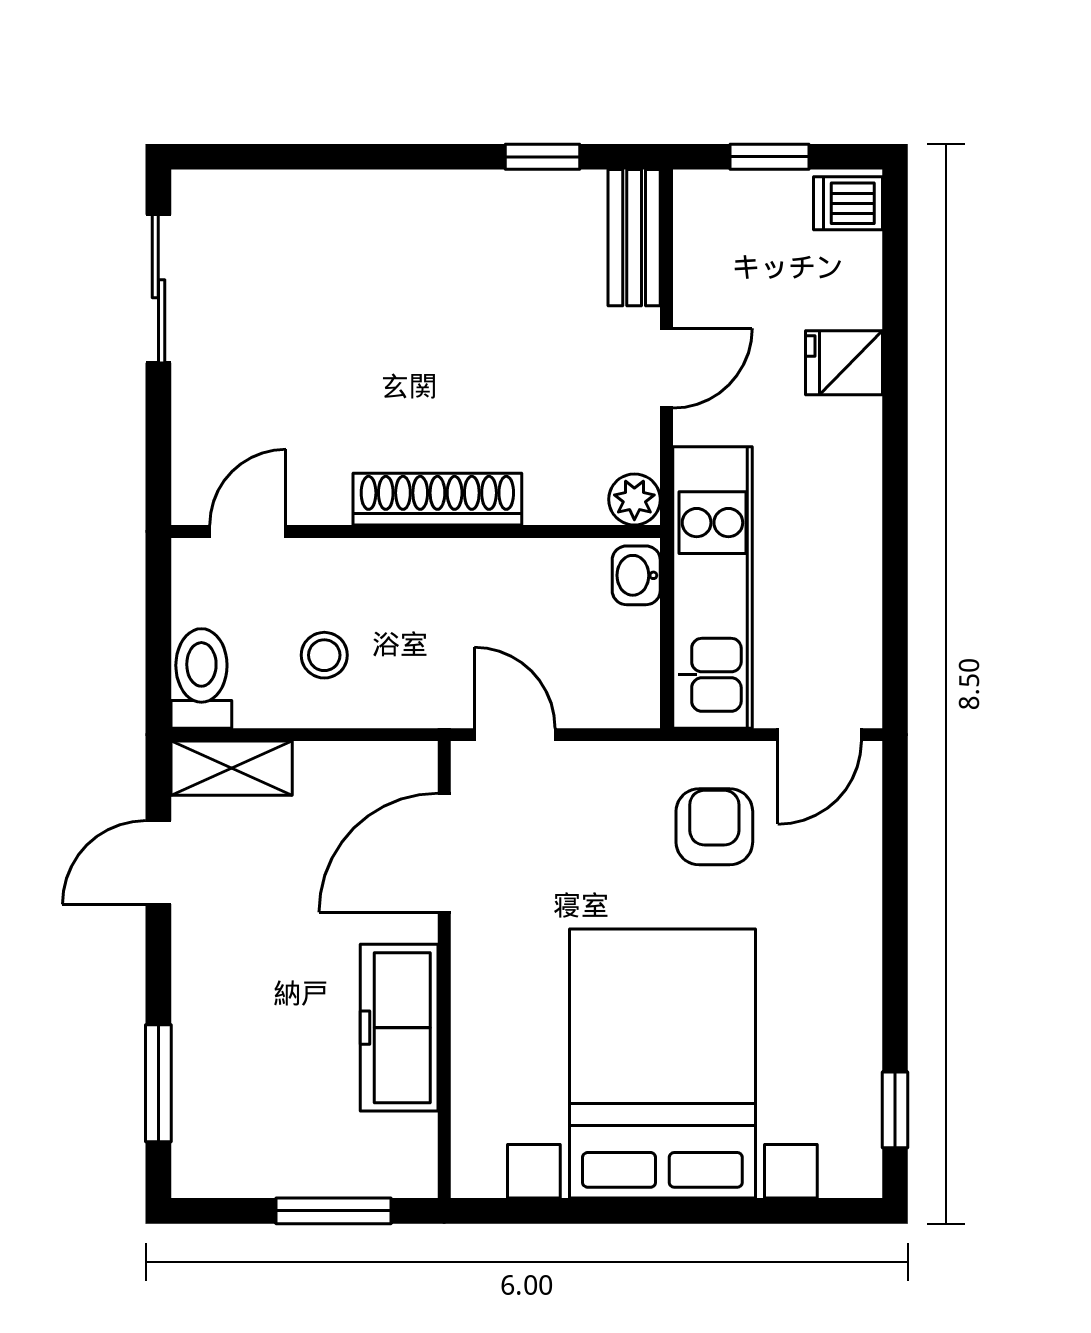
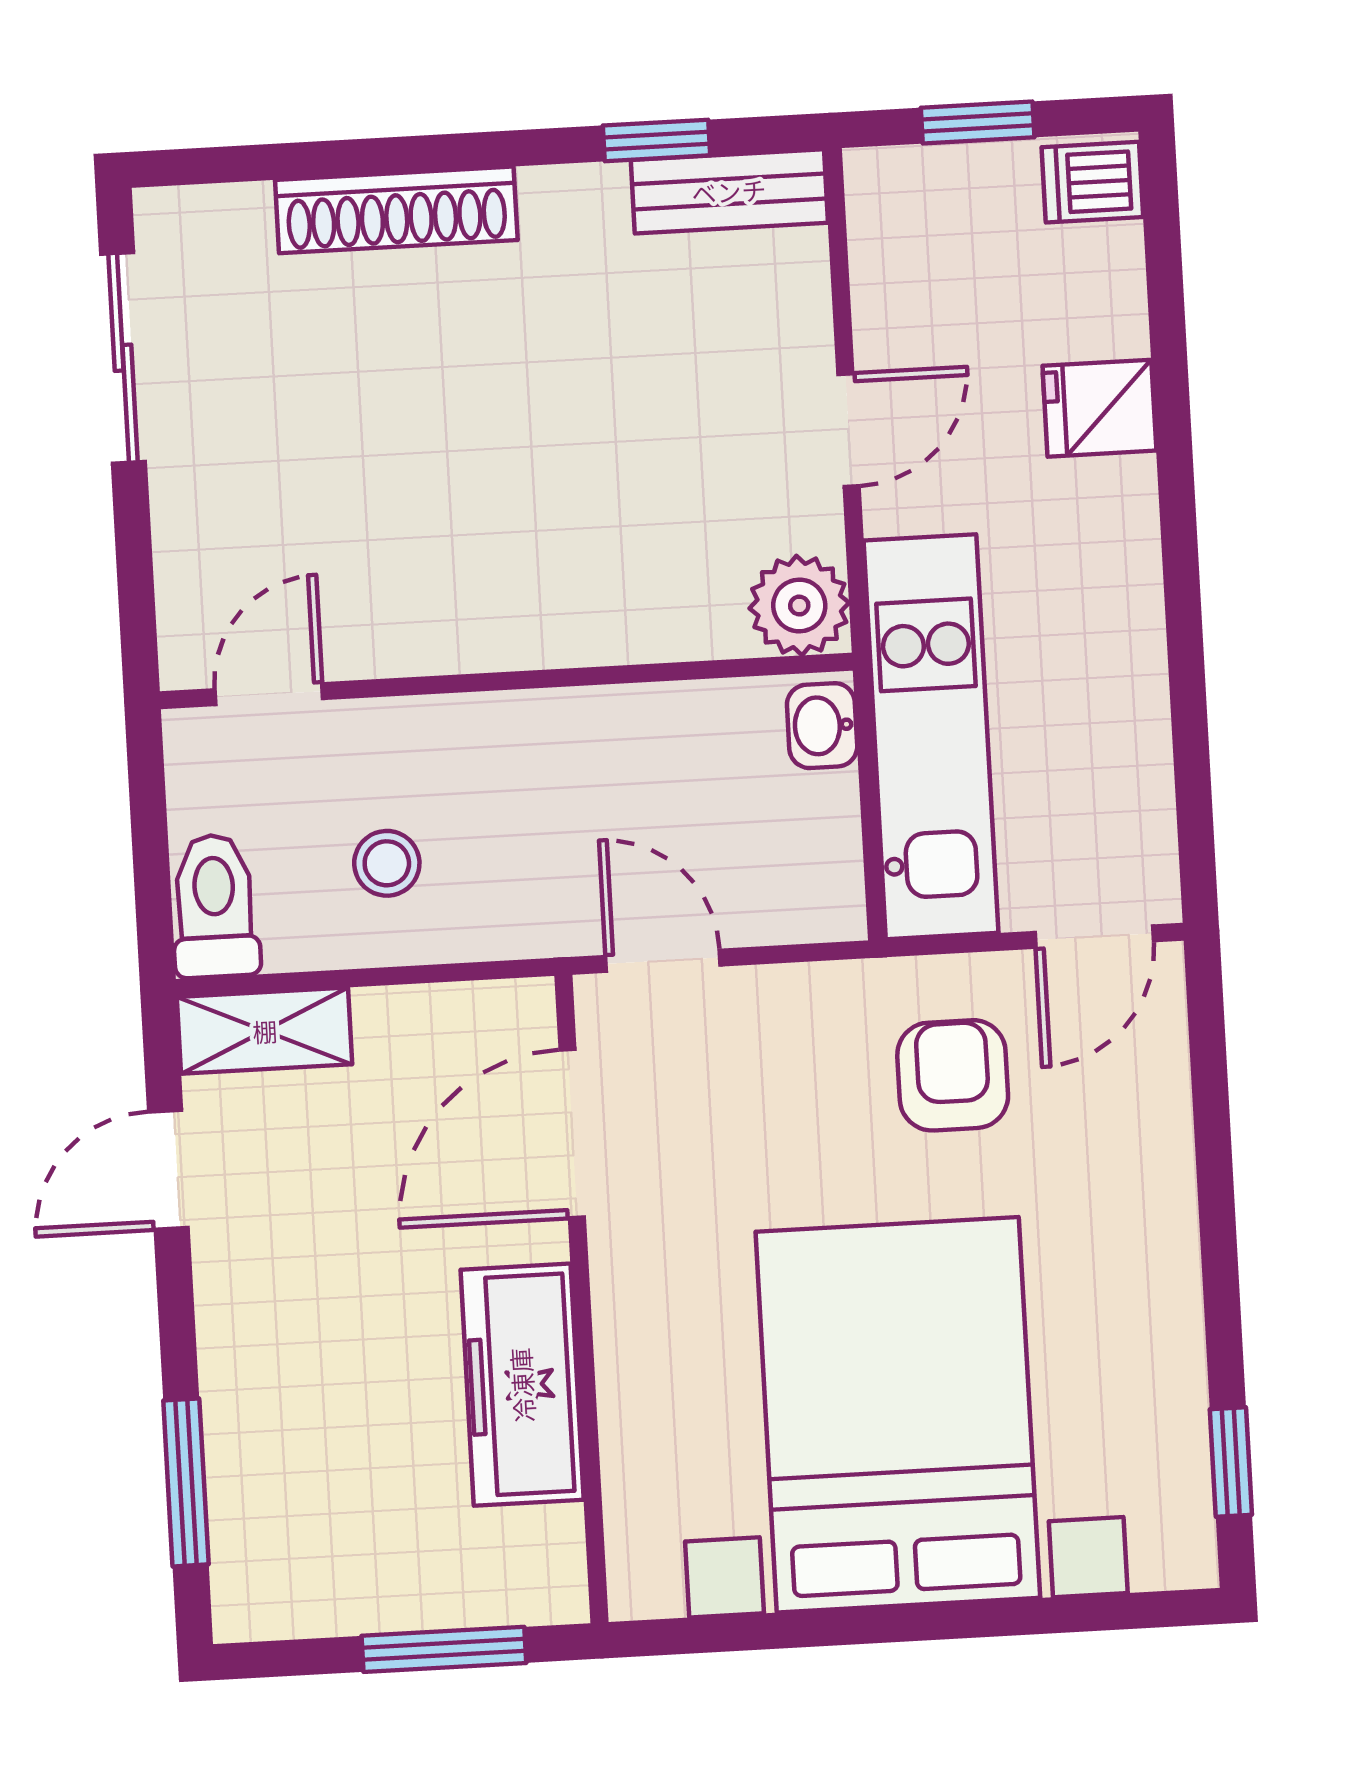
bench: (634, 238) -> (729, 191), moved, turned 90
shoe rack: (437, 499) -> (396, 210), moved, turned 180
plant: (634, 499) -> (799, 606), width x1.38, depth x1.38

